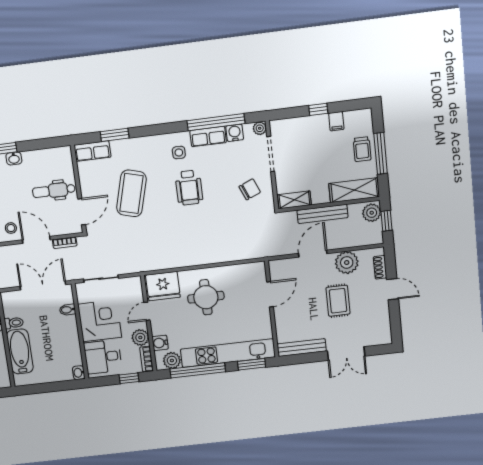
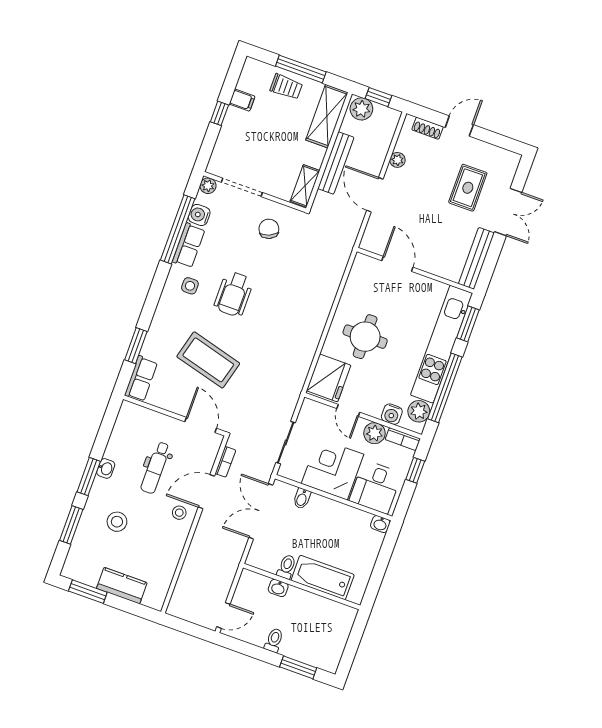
wheelchair: (189, 188) -> (234, 294), turned 90
dental chair: (54, 191) -> (155, 468), moved
plant: (347, 263) -> (397, 160), width x0.53, depth x0.53
rug: (338, 301) -> (468, 188), moved, turned 90

